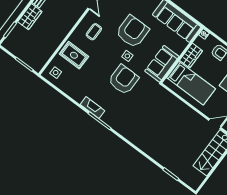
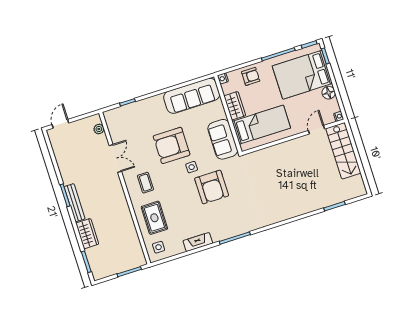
armchair: (132, 31) -> (172, 145), turned -90
rug: (74, 55) -> (154, 218), turned 90
armchair: (123, 80) -> (212, 187), turned 180
fireplace: (92, 108) -> (198, 242), moved

